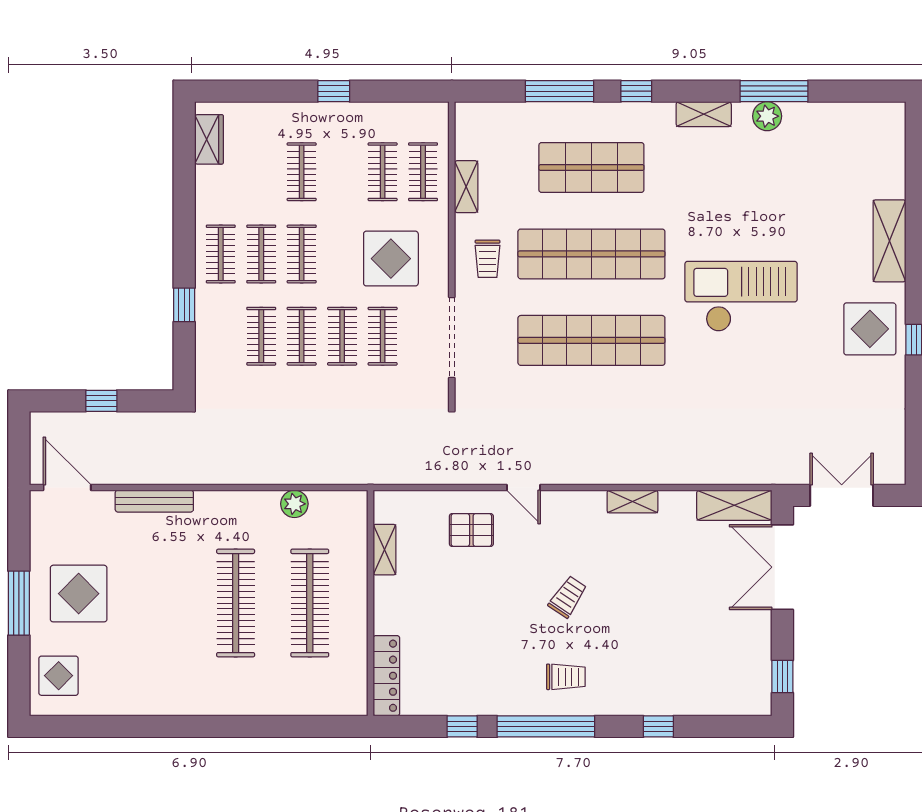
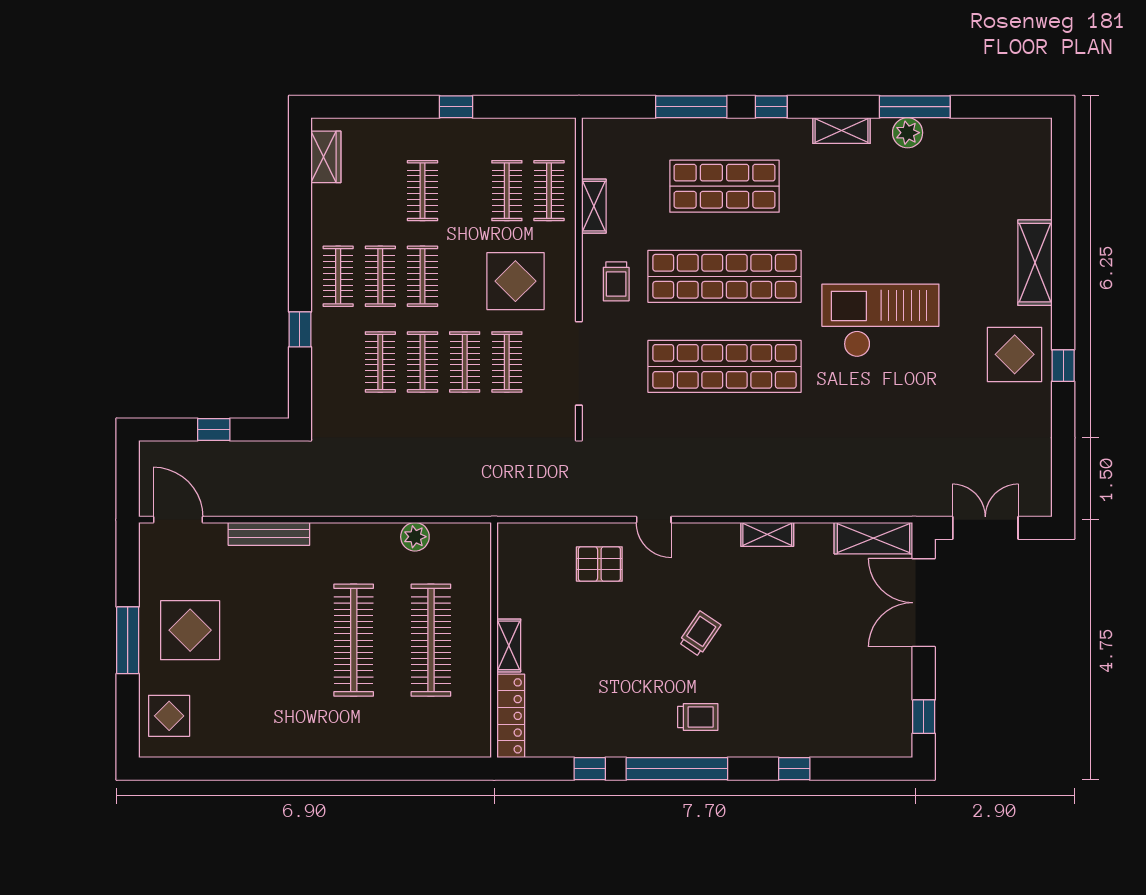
shelving: (384, 550) -> (509, 645), moved

